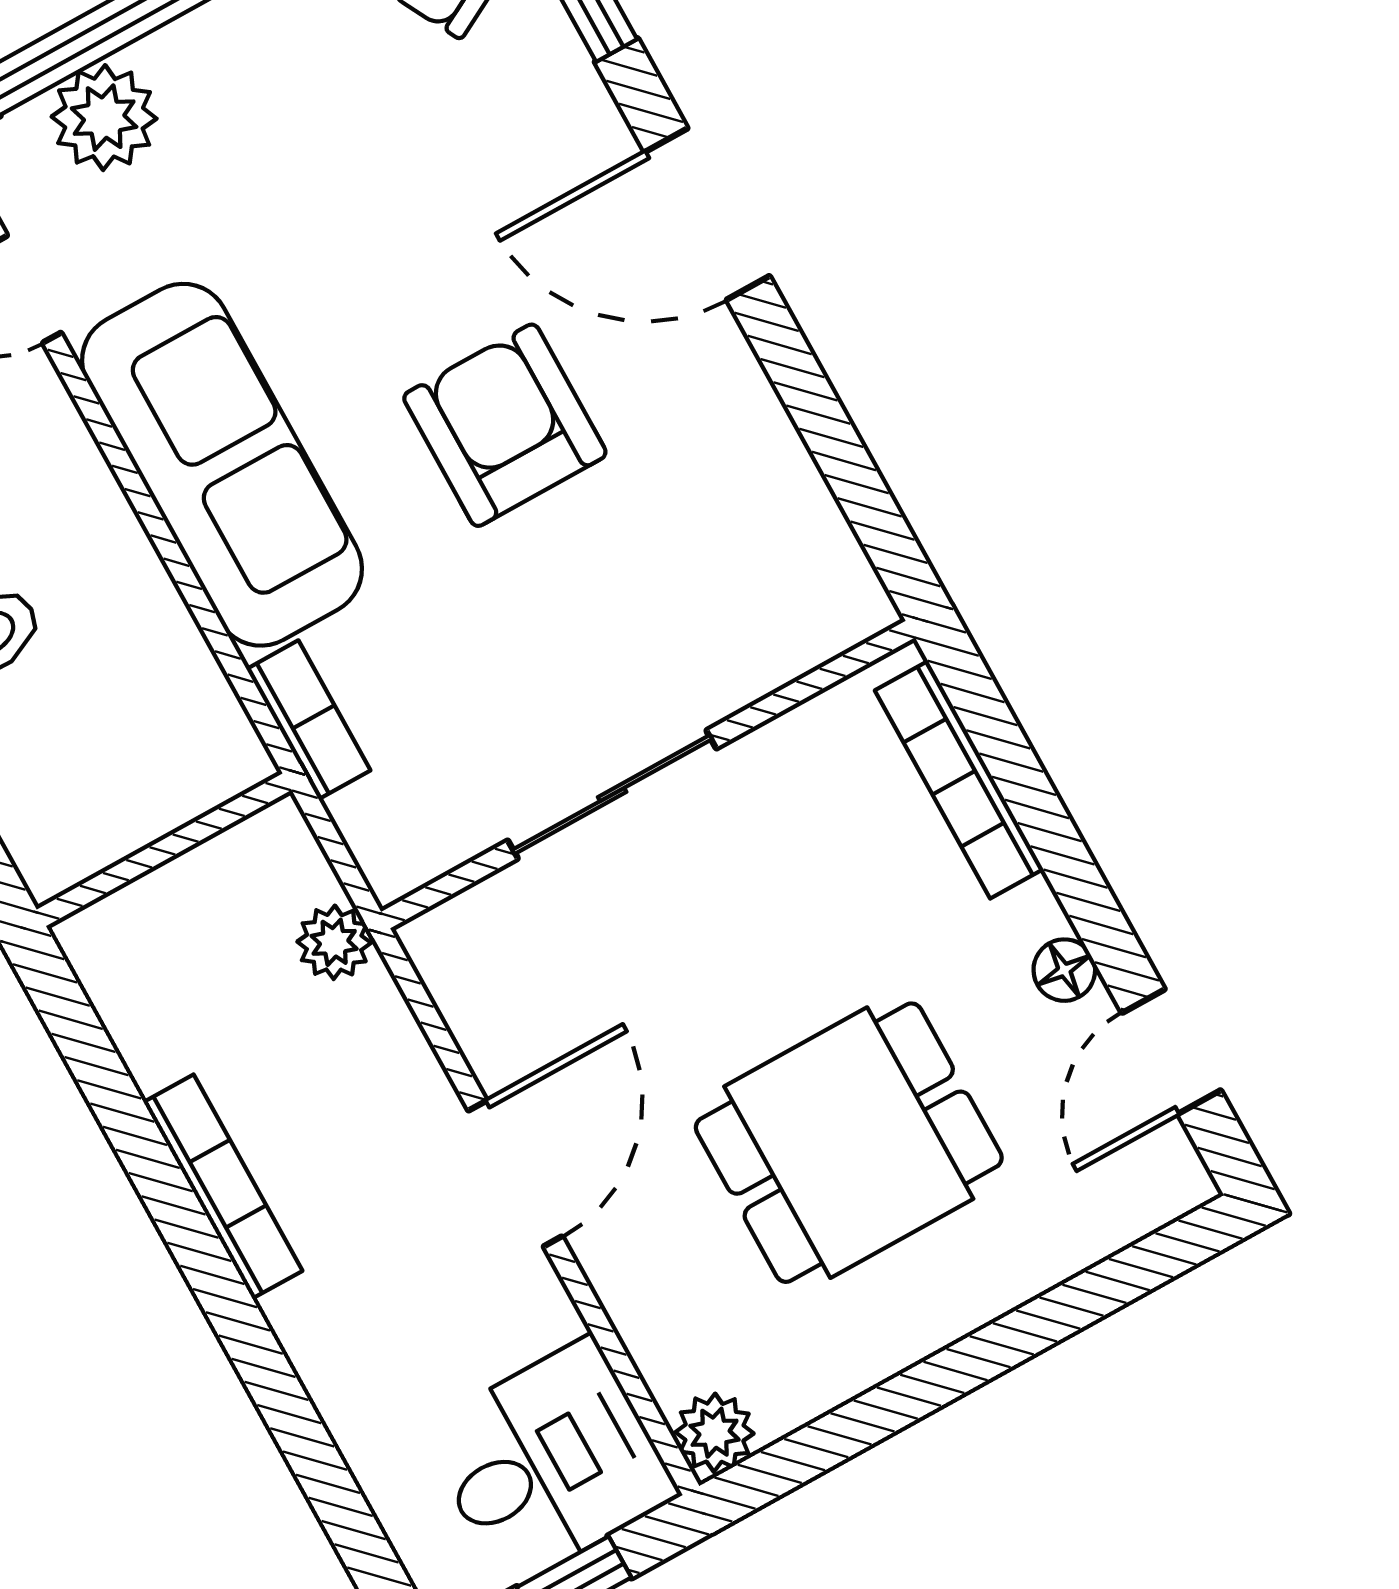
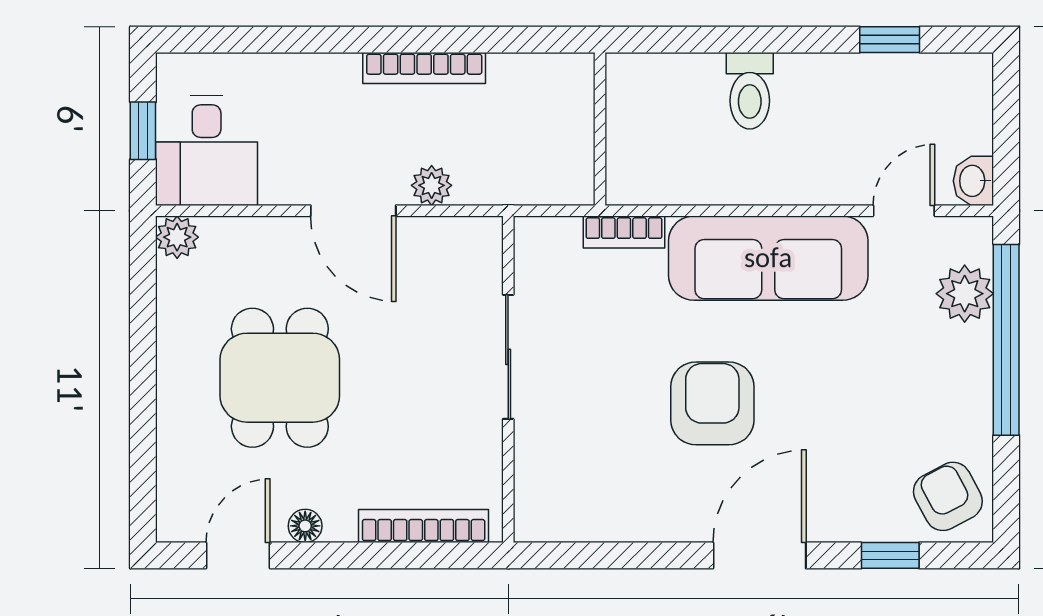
armchair: (505, 425) -> (712, 403), turned -90
plant: (334, 942) -> (432, 185), moved
door: (1171, 1052) -> (238, 555), hinge flipped

